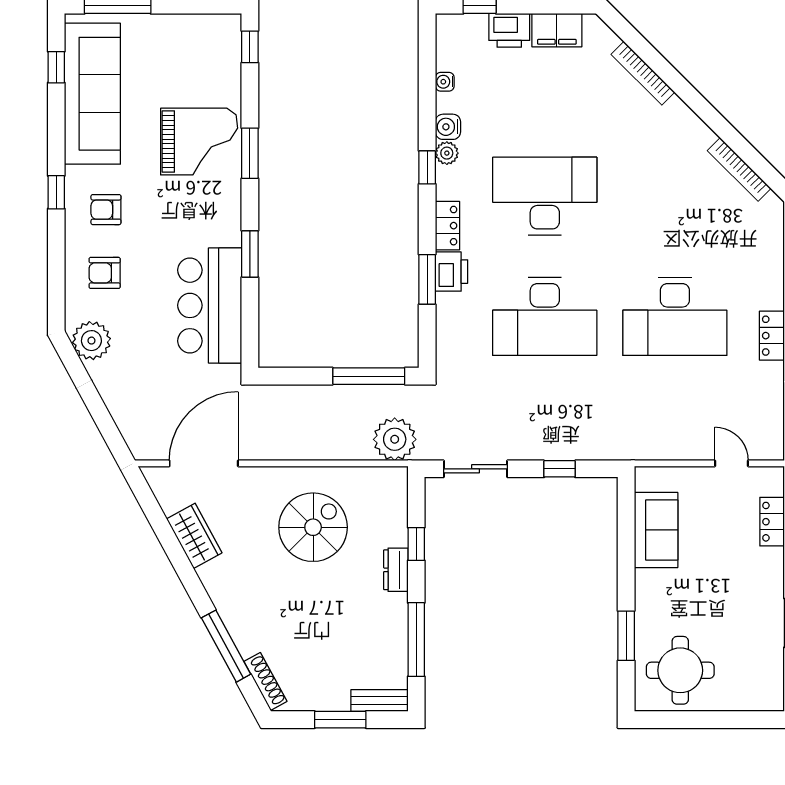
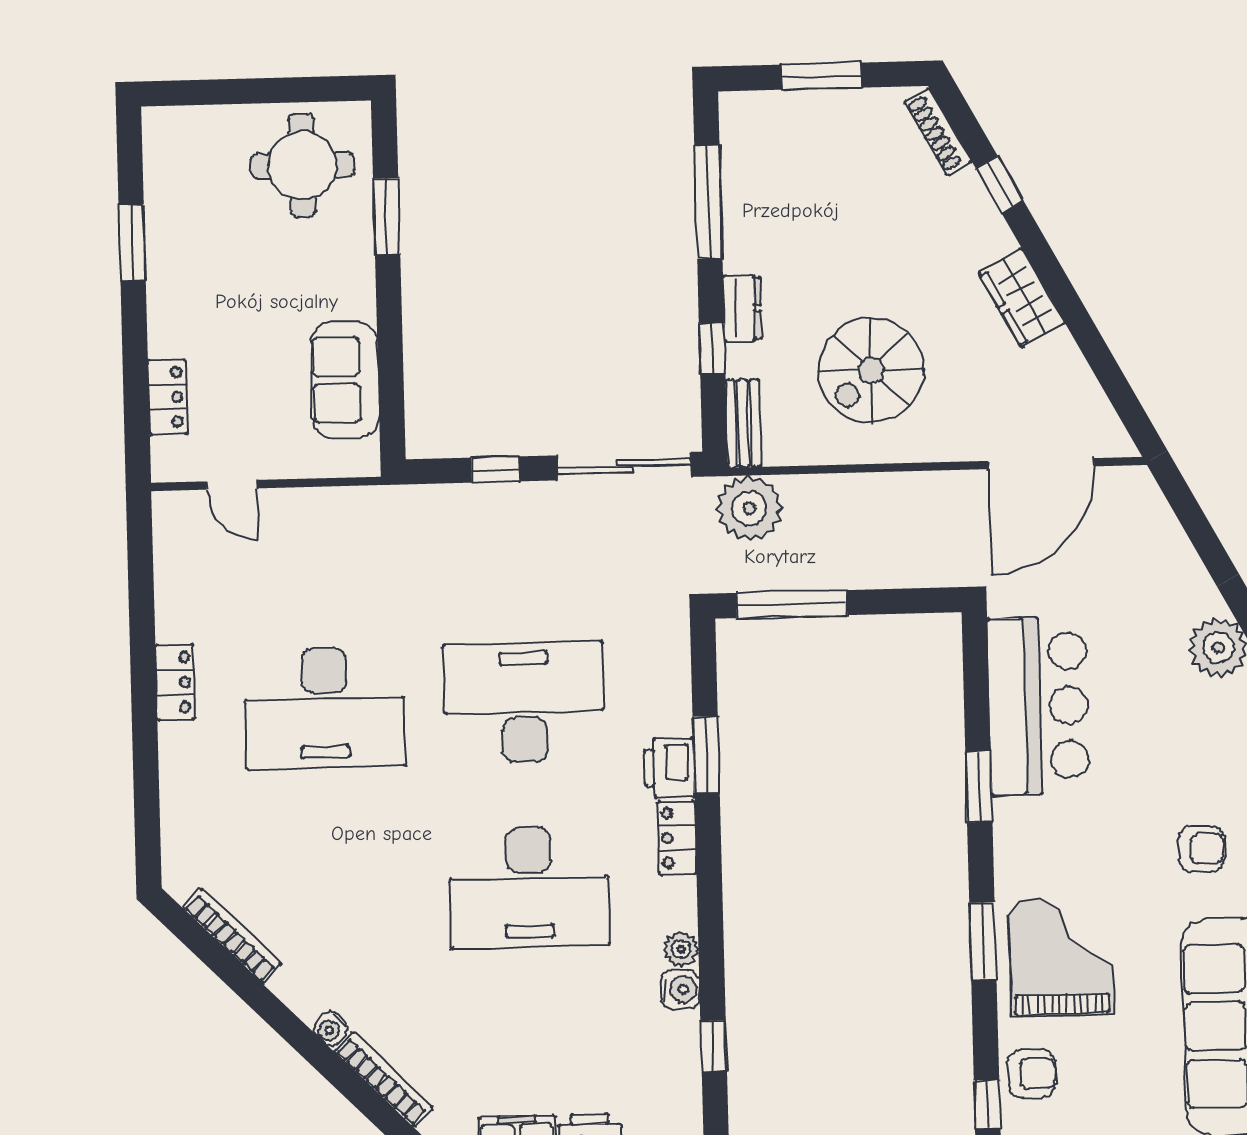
water cooler: (445, 82) -> (331, 1029), moved, turned 135
grand piano: (199, 142) -> (1061, 957), turned 90
window: (427, 167) -> (714, 1046), moved
armchair: (105, 273) -> (1032, 1074), moved
desk: (675, 316) -> (325, 708), turned 180
sliding door: (476, 469) -> (624, 466), width x1.37
wardrobe: (194, 536) -> (1022, 298), moved
window: (226, 646) -> (1000, 184), width x0.46
bench: (379, 701) -> (743, 423), moved, turned 90

